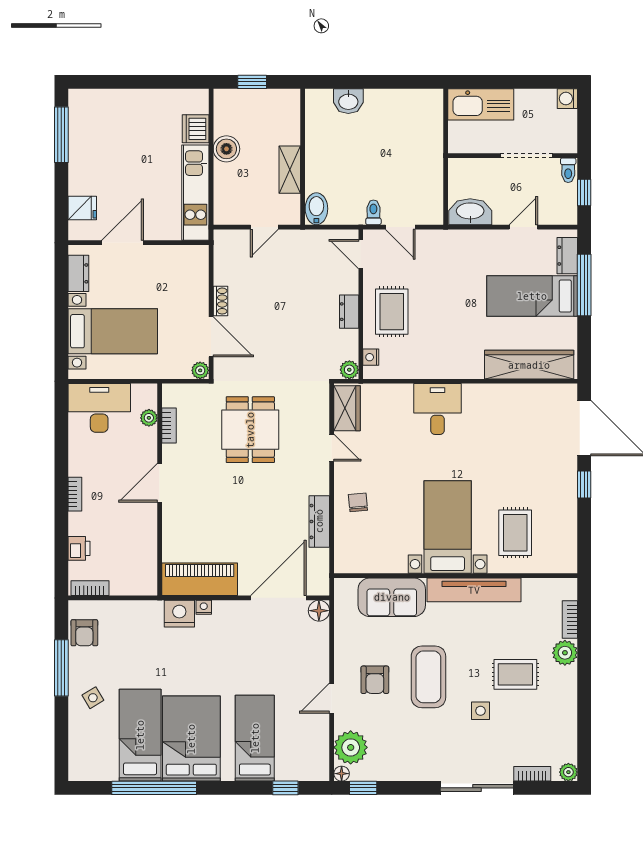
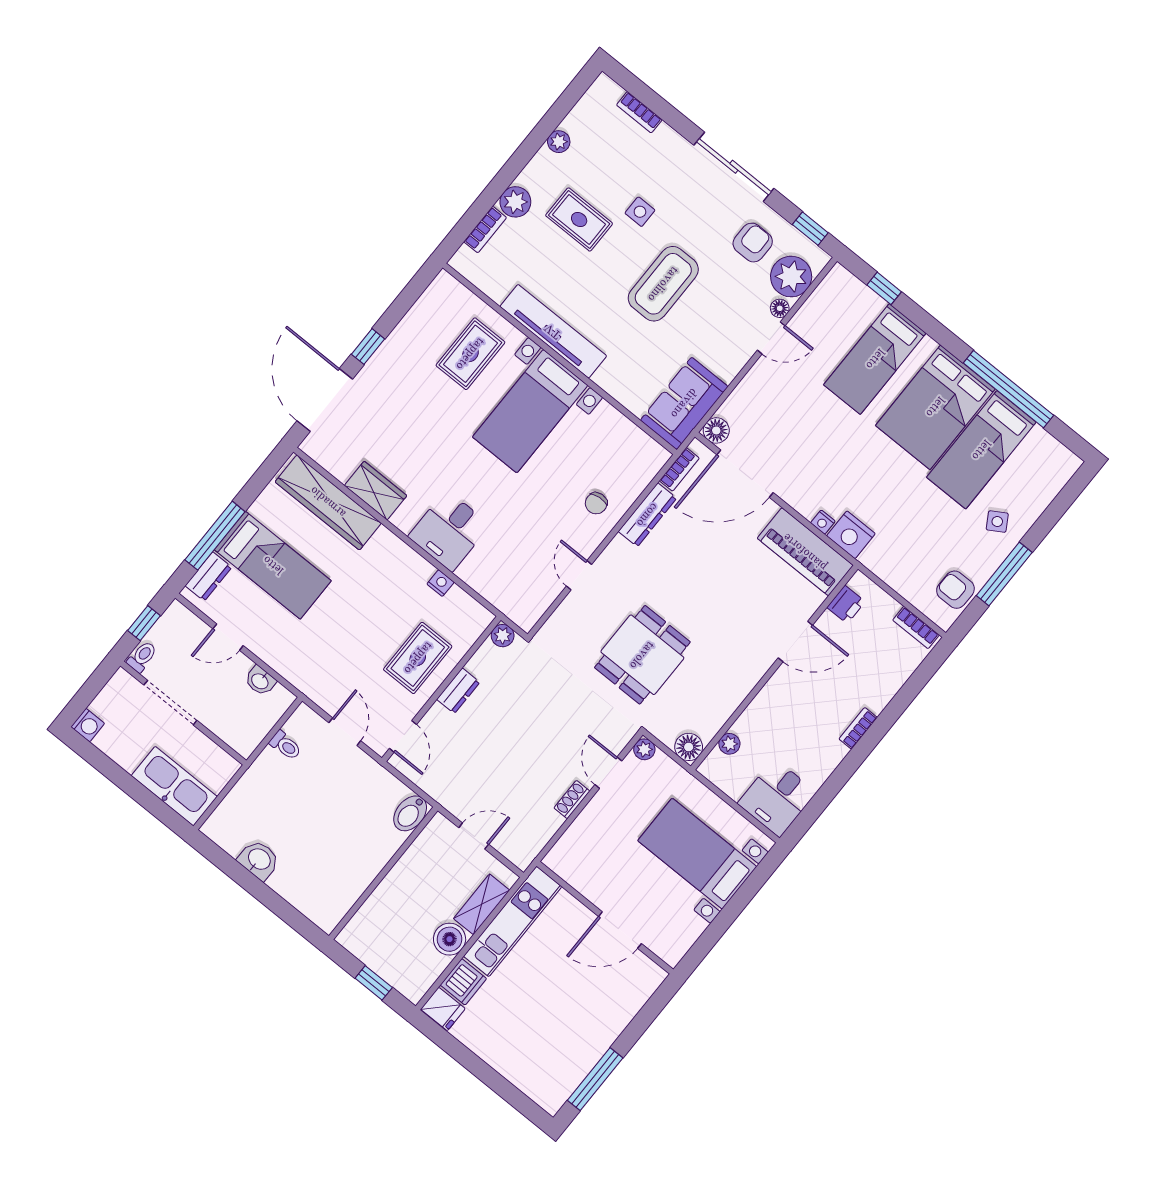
washbasin: (348, 101) -> (259, 860), moved
shelving: (290, 170) -> (482, 904), moved
fridge: (82, 208) -> (443, 1009), moved, turned 180
toilet: (373, 212) -> (285, 745), moved, turned -90
washbasin: (470, 212) -> (260, 681), width x0.52, depth x0.69
dresser: (78, 273) -> (685, 935), removed
door: (211, 337) -> (608, 773), width x0.73
nightstand: (371, 357) -> (441, 583), moved, turned -90
floor lamp: (173, 395) -> (689, 747), added
desk: (99, 408) -> (777, 798), width x0.73
wardrobe: (347, 408) -> (376, 491), moved, turned 90
bookcase: (169, 425) -> (679, 469), moved, turned 180
door: (160, 483) -> (795, 641), moved
printer: (79, 548) -> (846, 604), moved, turned 180
sofa: (392, 597) -> (684, 403), moved, turned -90
armchair: (84, 633) -> (955, 590), turned -90
armchair: (375, 680) -> (753, 243), moved
plant: (568, 772) -> (559, 142), moved
floor lamp: (342, 774) -> (780, 308), moved
sliding door: (477, 788) -> (734, 167), moved

